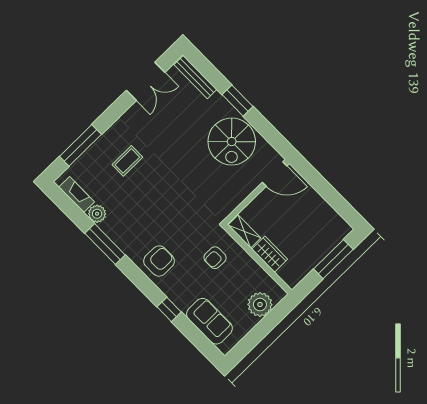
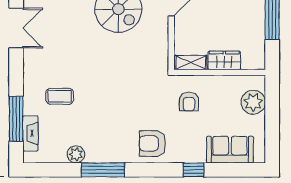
coffee table: (127, 161) -> (60, 96), turned 90
fireplace: (77, 195) -> (30, 133), moved, turned 90
armchair: (159, 261) -> (152, 143), turned -90

